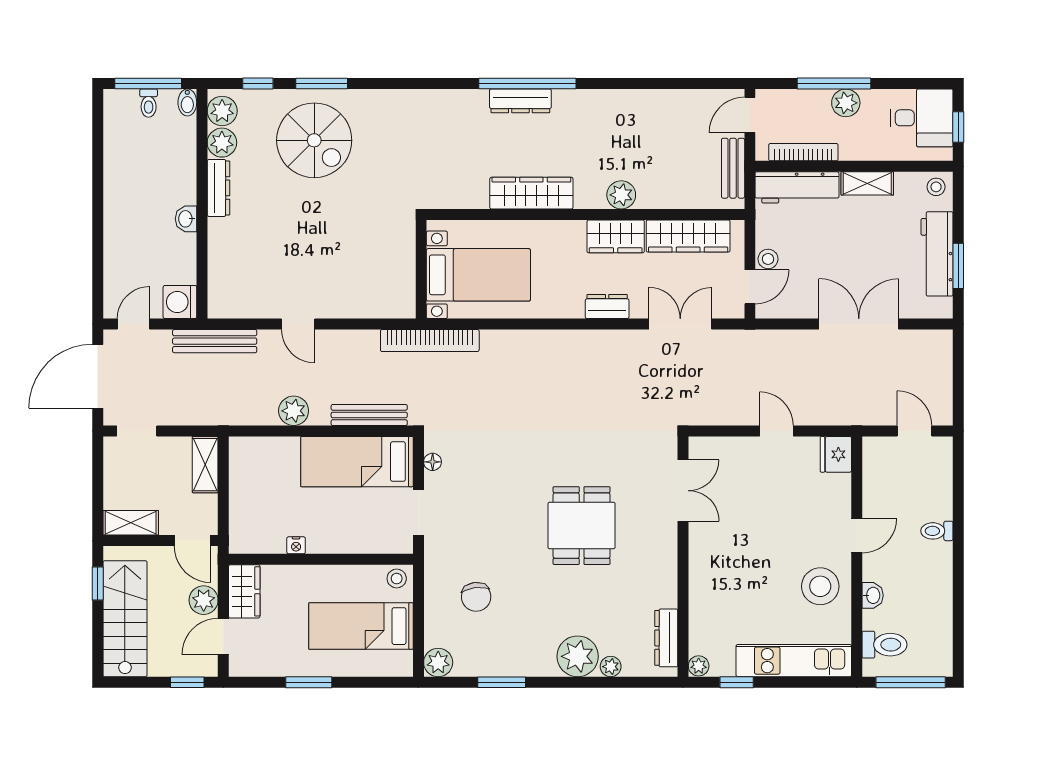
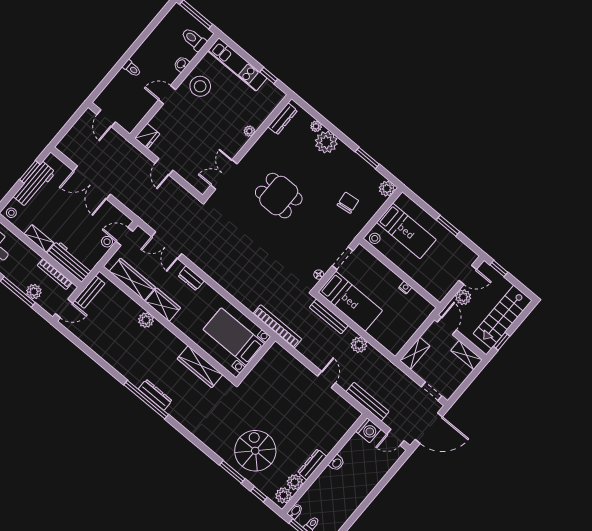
plant: (846, 103) -> (34, 292), moved
wardrobe: (531, 193) -> (200, 367), moved
dining table: (582, 526) -> (279, 196), turned 90
wardrobe: (244, 591) -> (443, 286), removed
plant: (699, 666) -> (249, 131), moved

